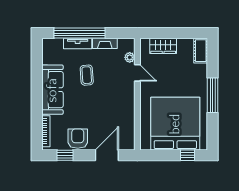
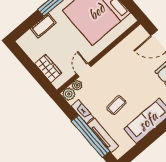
tv unit: (78, 43) -> (103, 135), width x1.41
plant: (128, 45) -> (69, 94), added
cot: (201, 51) -> (43, 26), moved

